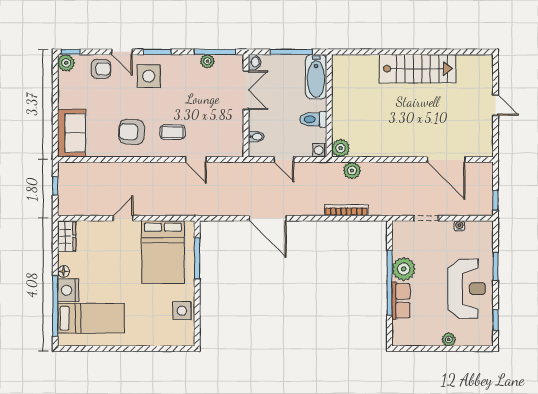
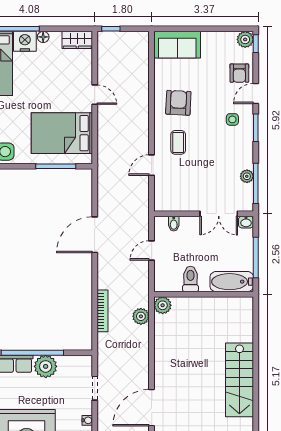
side table: (149, 76) -> (232, 119), width x0.54, depth x0.54
washing machine: (320, 150) -> (161, 285), removed
window: (55, 186) -> (111, 29), moved

